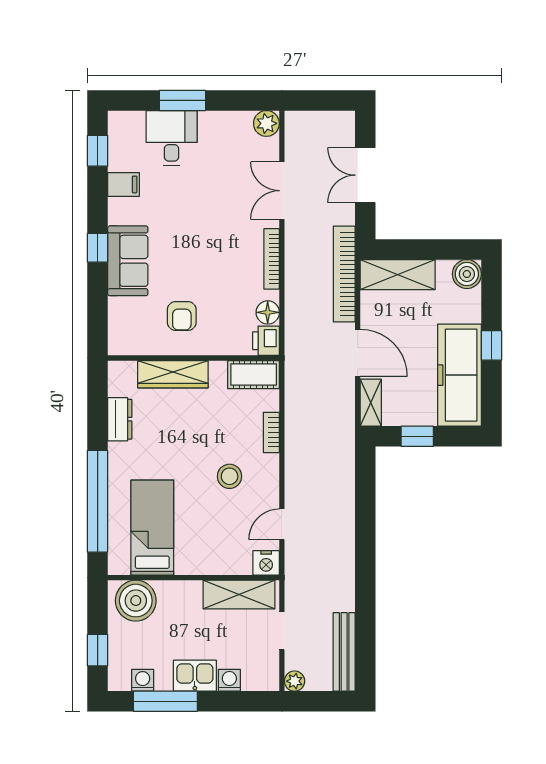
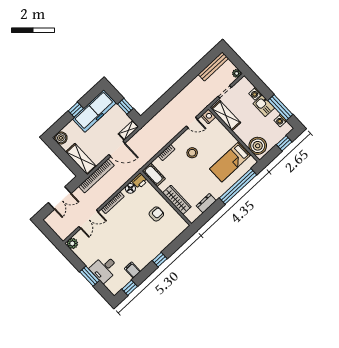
sofa: (128, 261) -> (155, 247), removed
door: (358, 353) -> (117, 149), swing flipped

